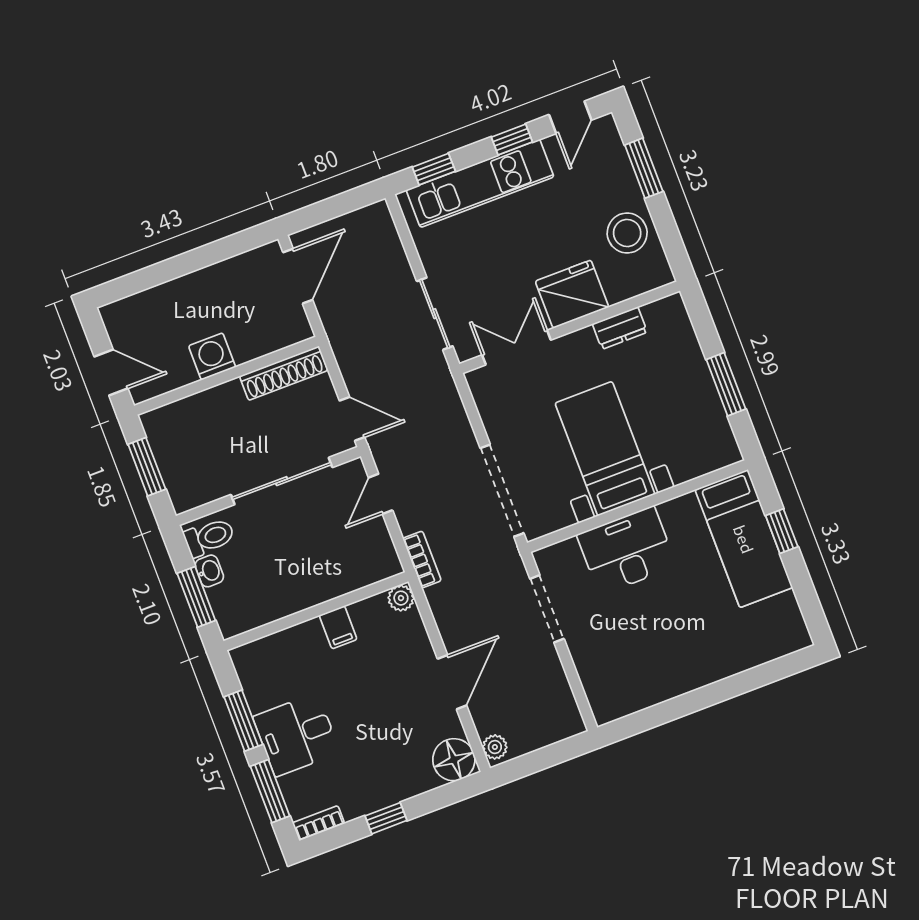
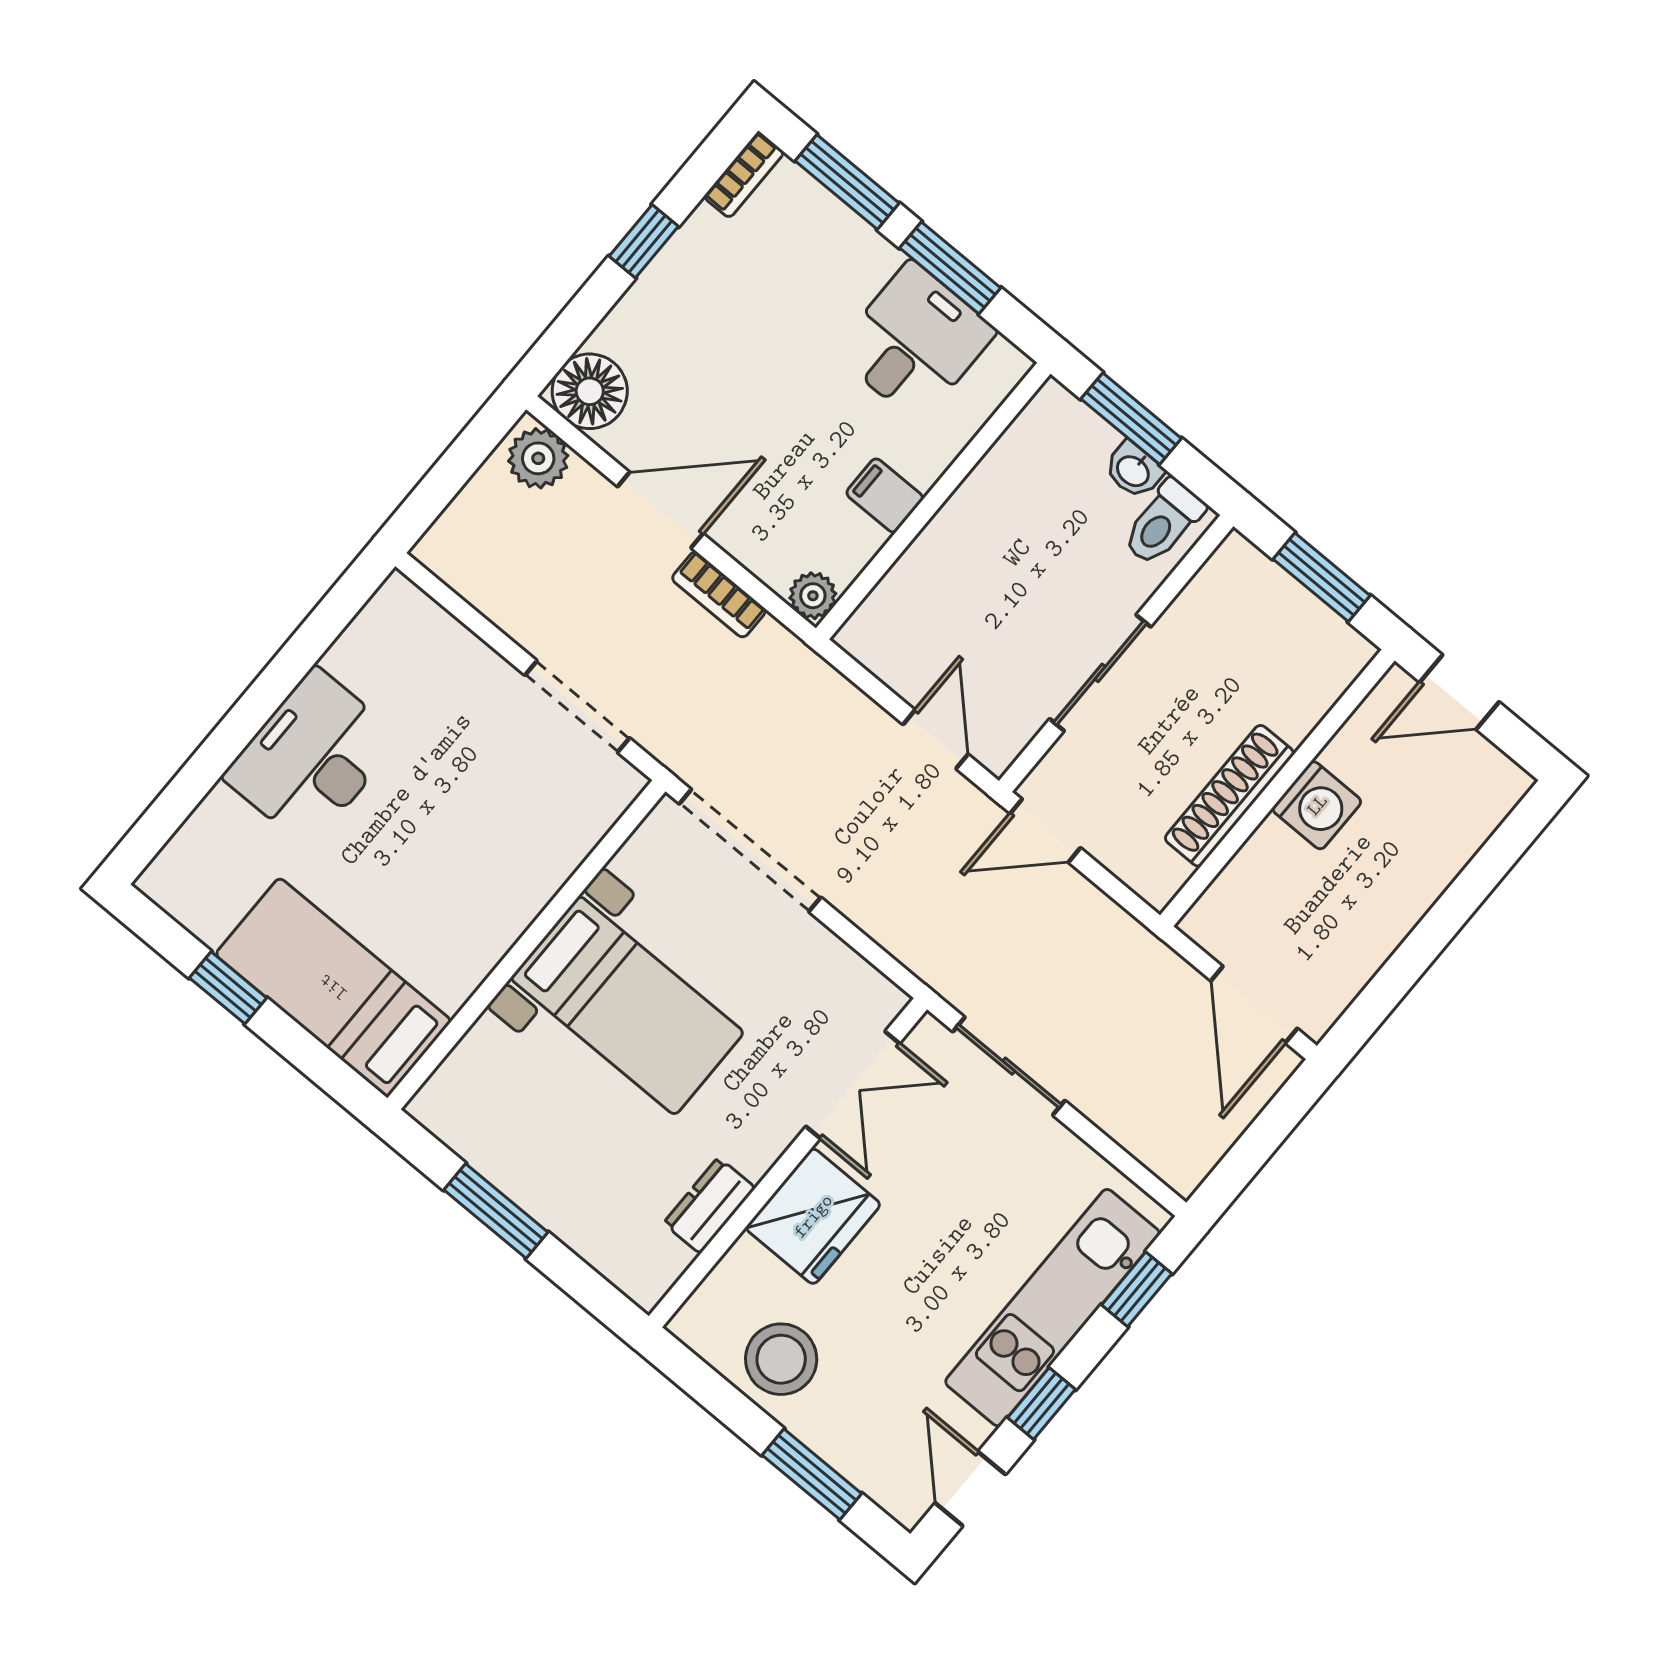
shoe rack: (284, 373) -> (1229, 796), moved
sliding door: (282, 481) -> (1100, 673), width x0.73
window: (782, 531) -> (228, 988), moved
desk: (627, 550) -> (312, 757), moved, turned 180
bookcase: (422, 560) -> (719, 595), moved
door: (452, 682) -> (660, 510), swing flipped
desk: (296, 735) -> (915, 342), moved
plant: (495, 747) -> (538, 458), width x1.38, depth x1.38

